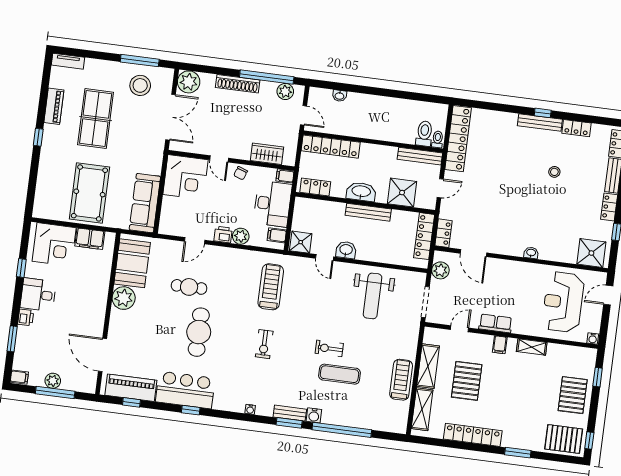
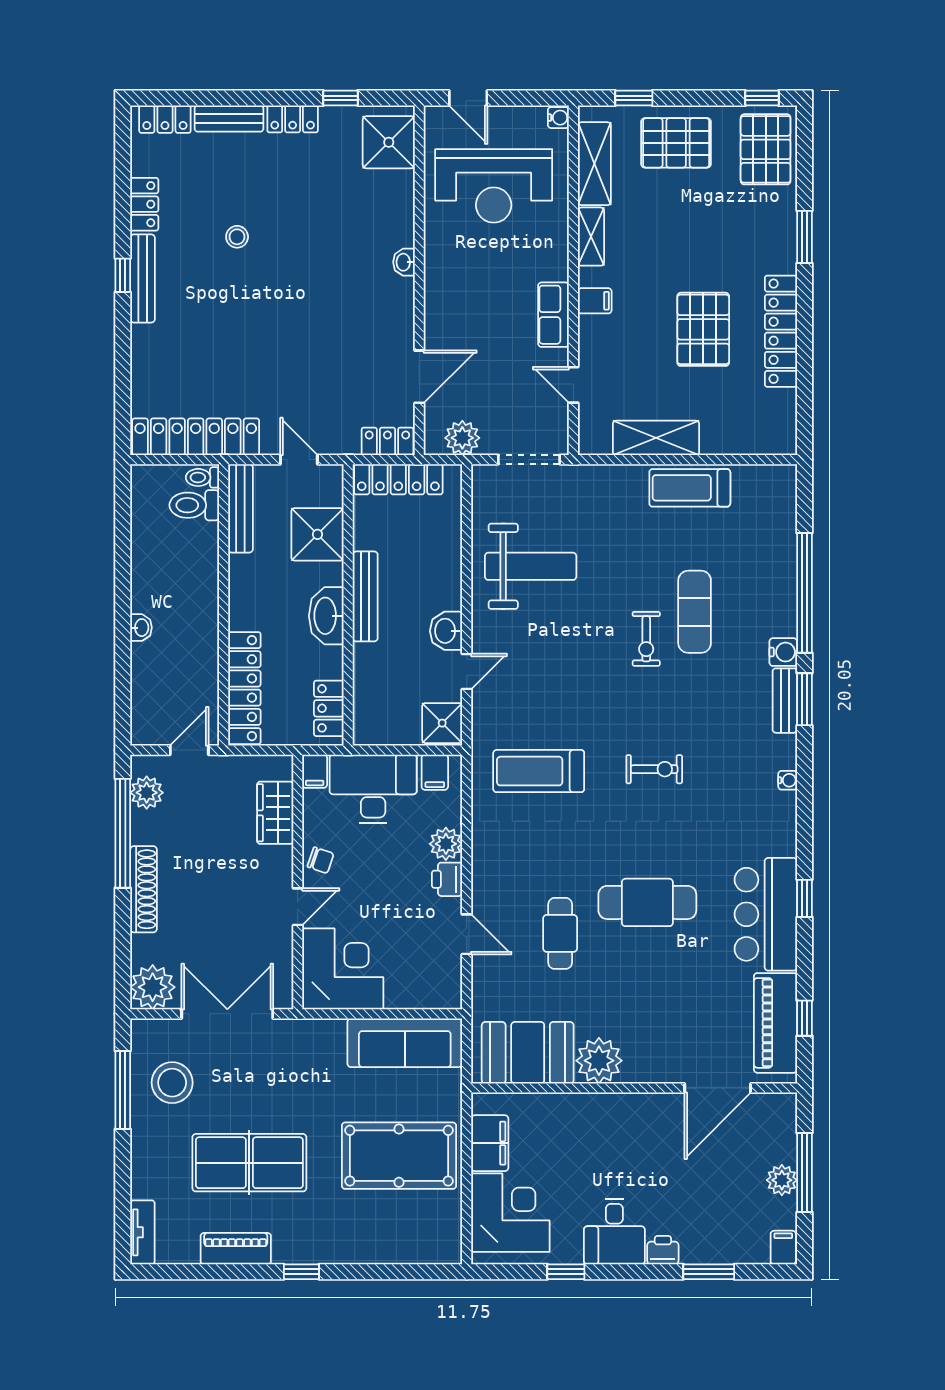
washbasin: (339, 96) -> (141, 628), moved
pallet: (467, 381) -> (703, 329), moved, turned 90
shelving: (422, 409) -> (594, 164), moved, turned 90

